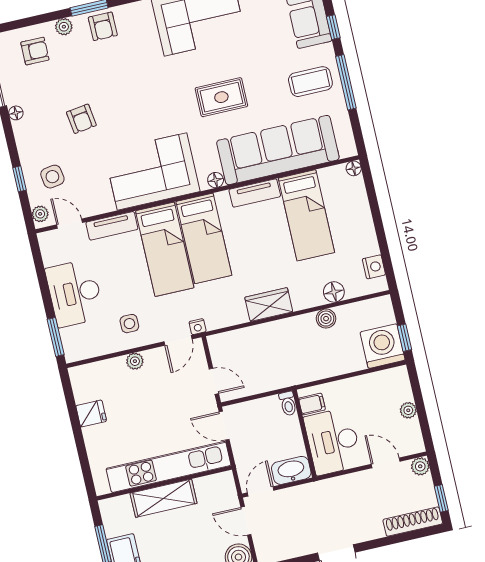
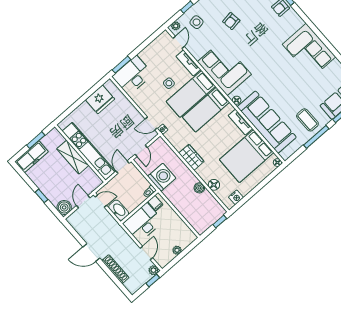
rug: (221, 97) -> (277, 82), removed
bed: (306, 215) -> (247, 156), width x1.50
desk: (75, 293) -> (132, 75), moved
side table: (129, 324) -> (169, 83), moved
window: (404, 338) -> (220, 222), moved
washing machine: (383, 346) -> (162, 177), moved
plant: (135, 361) -> (130, 108), removed
fridge: (91, 413) -> (100, 99), width x1.88, depth x1.34
window: (441, 498) -> (153, 280), moved
shoe rack: (413, 522) -> (115, 269), moved

